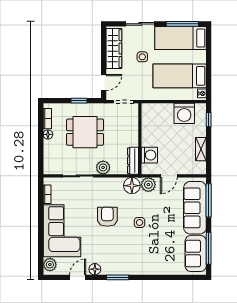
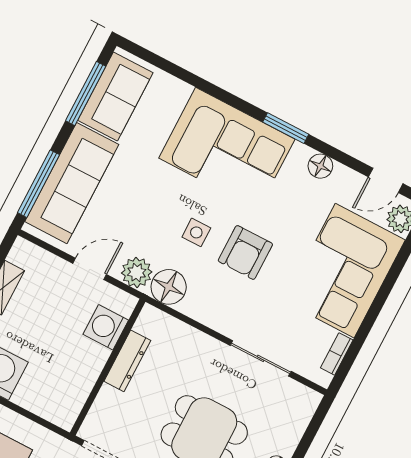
dresser: (133, 161) -> (127, 361), moved
plant: (103, 167) -> (205, 349), removed
side table: (140, 222) -> (196, 232), moved
corner sofa: (138, 256) -> (227, 149), added
door: (78, 277) -> (386, 180), moved

